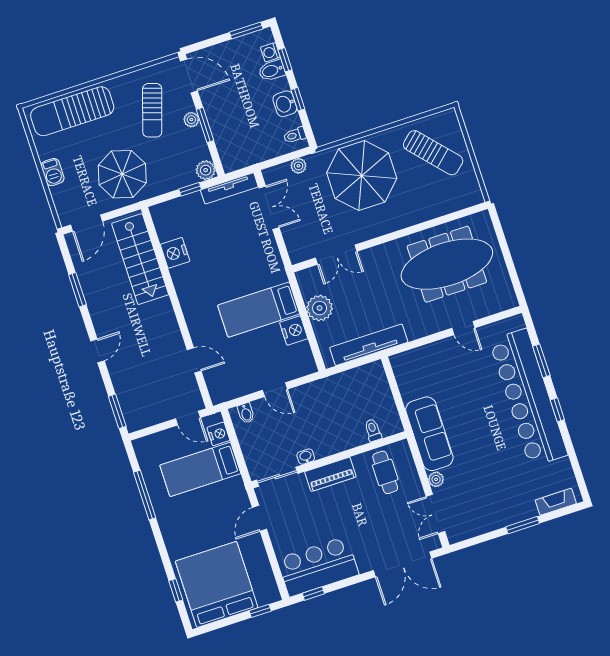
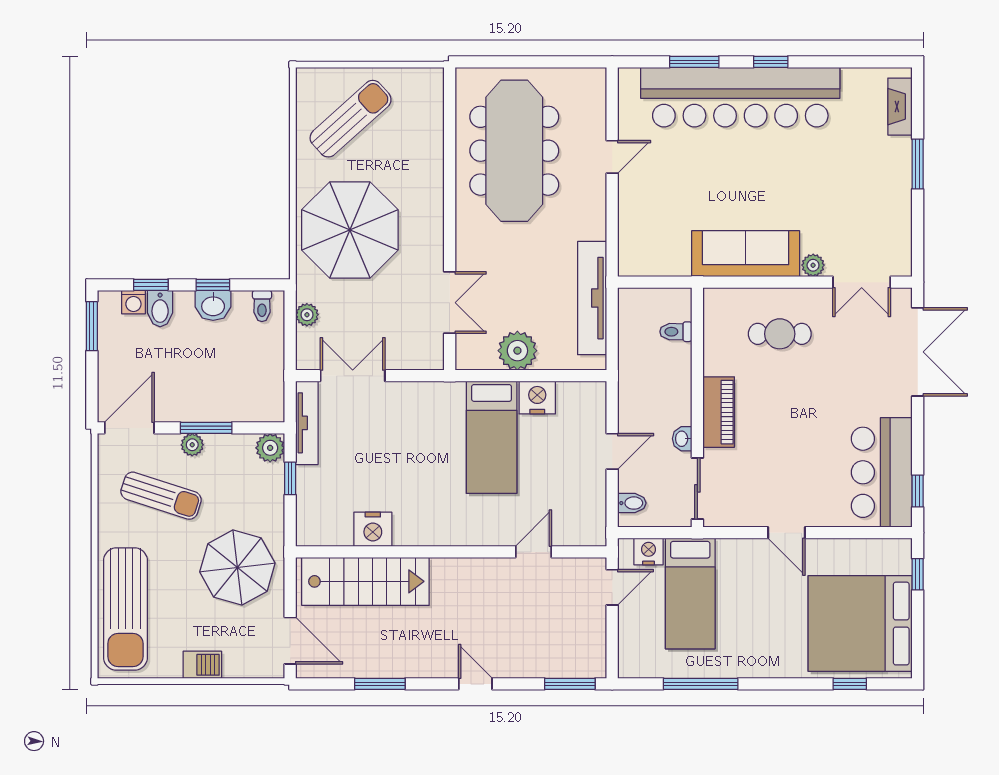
toilet: (373, 430) -> (676, 332), moved
washbasin: (306, 457) -> (682, 439), moved
wall: (329, 460) -> (697, 407), moved
piano: (330, 474) -> (719, 412), moved
sliding door: (277, 477) -> (697, 488), moved

